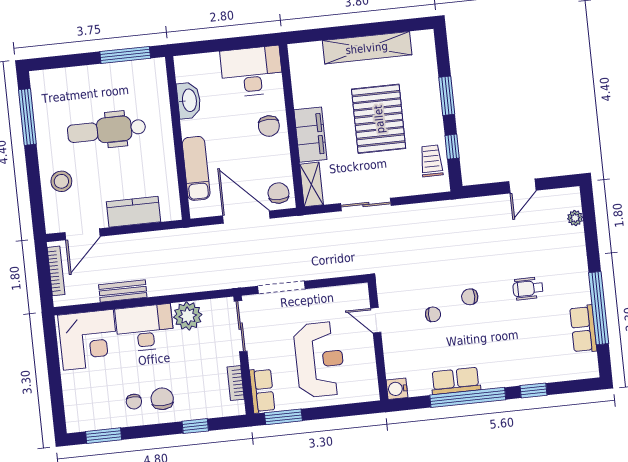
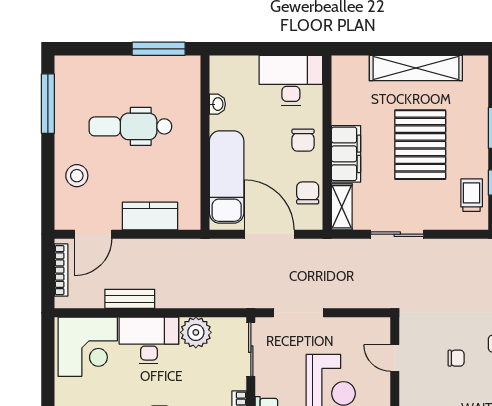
washbasin: (189, 100) -> (217, 104), width x0.52, depth x0.69
exam couch: (196, 168) -> (227, 177), width x1.36, depth x1.45
chair: (278, 193) -> (308, 193), moved

